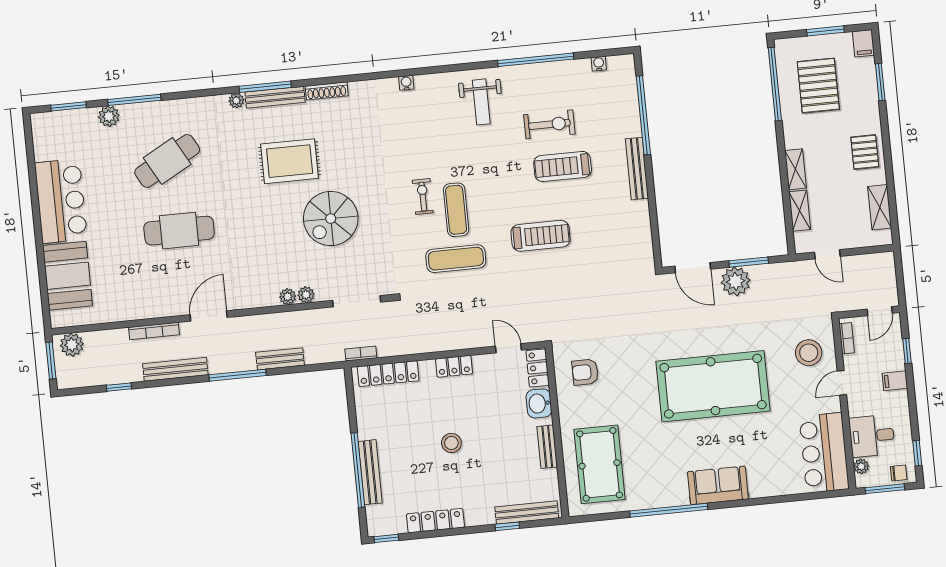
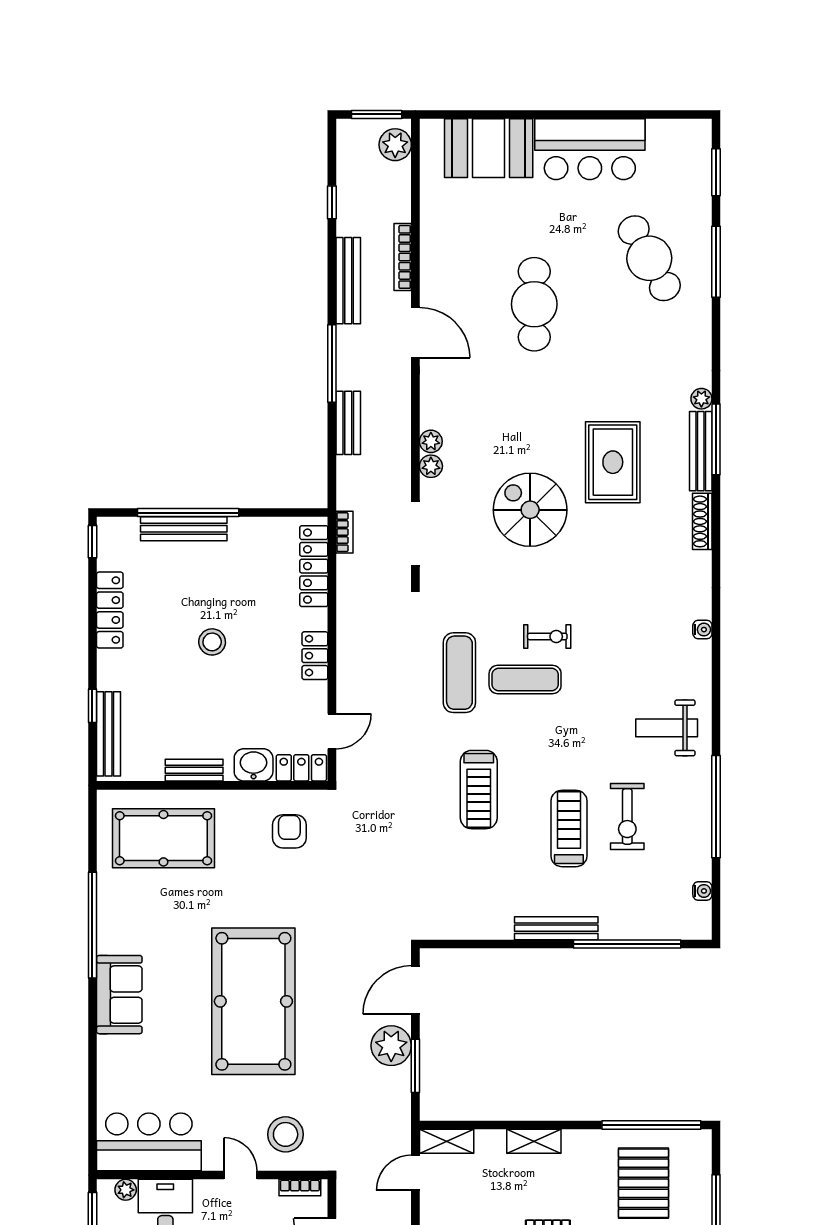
pallet: (818, 86) -> (643, 1183), turned 90
plant: (109, 116) -> (697, 225), removed
cafe table: (167, 161) -> (649, 258), moved
shelving: (800, 211) -> (447, 1141), moved

